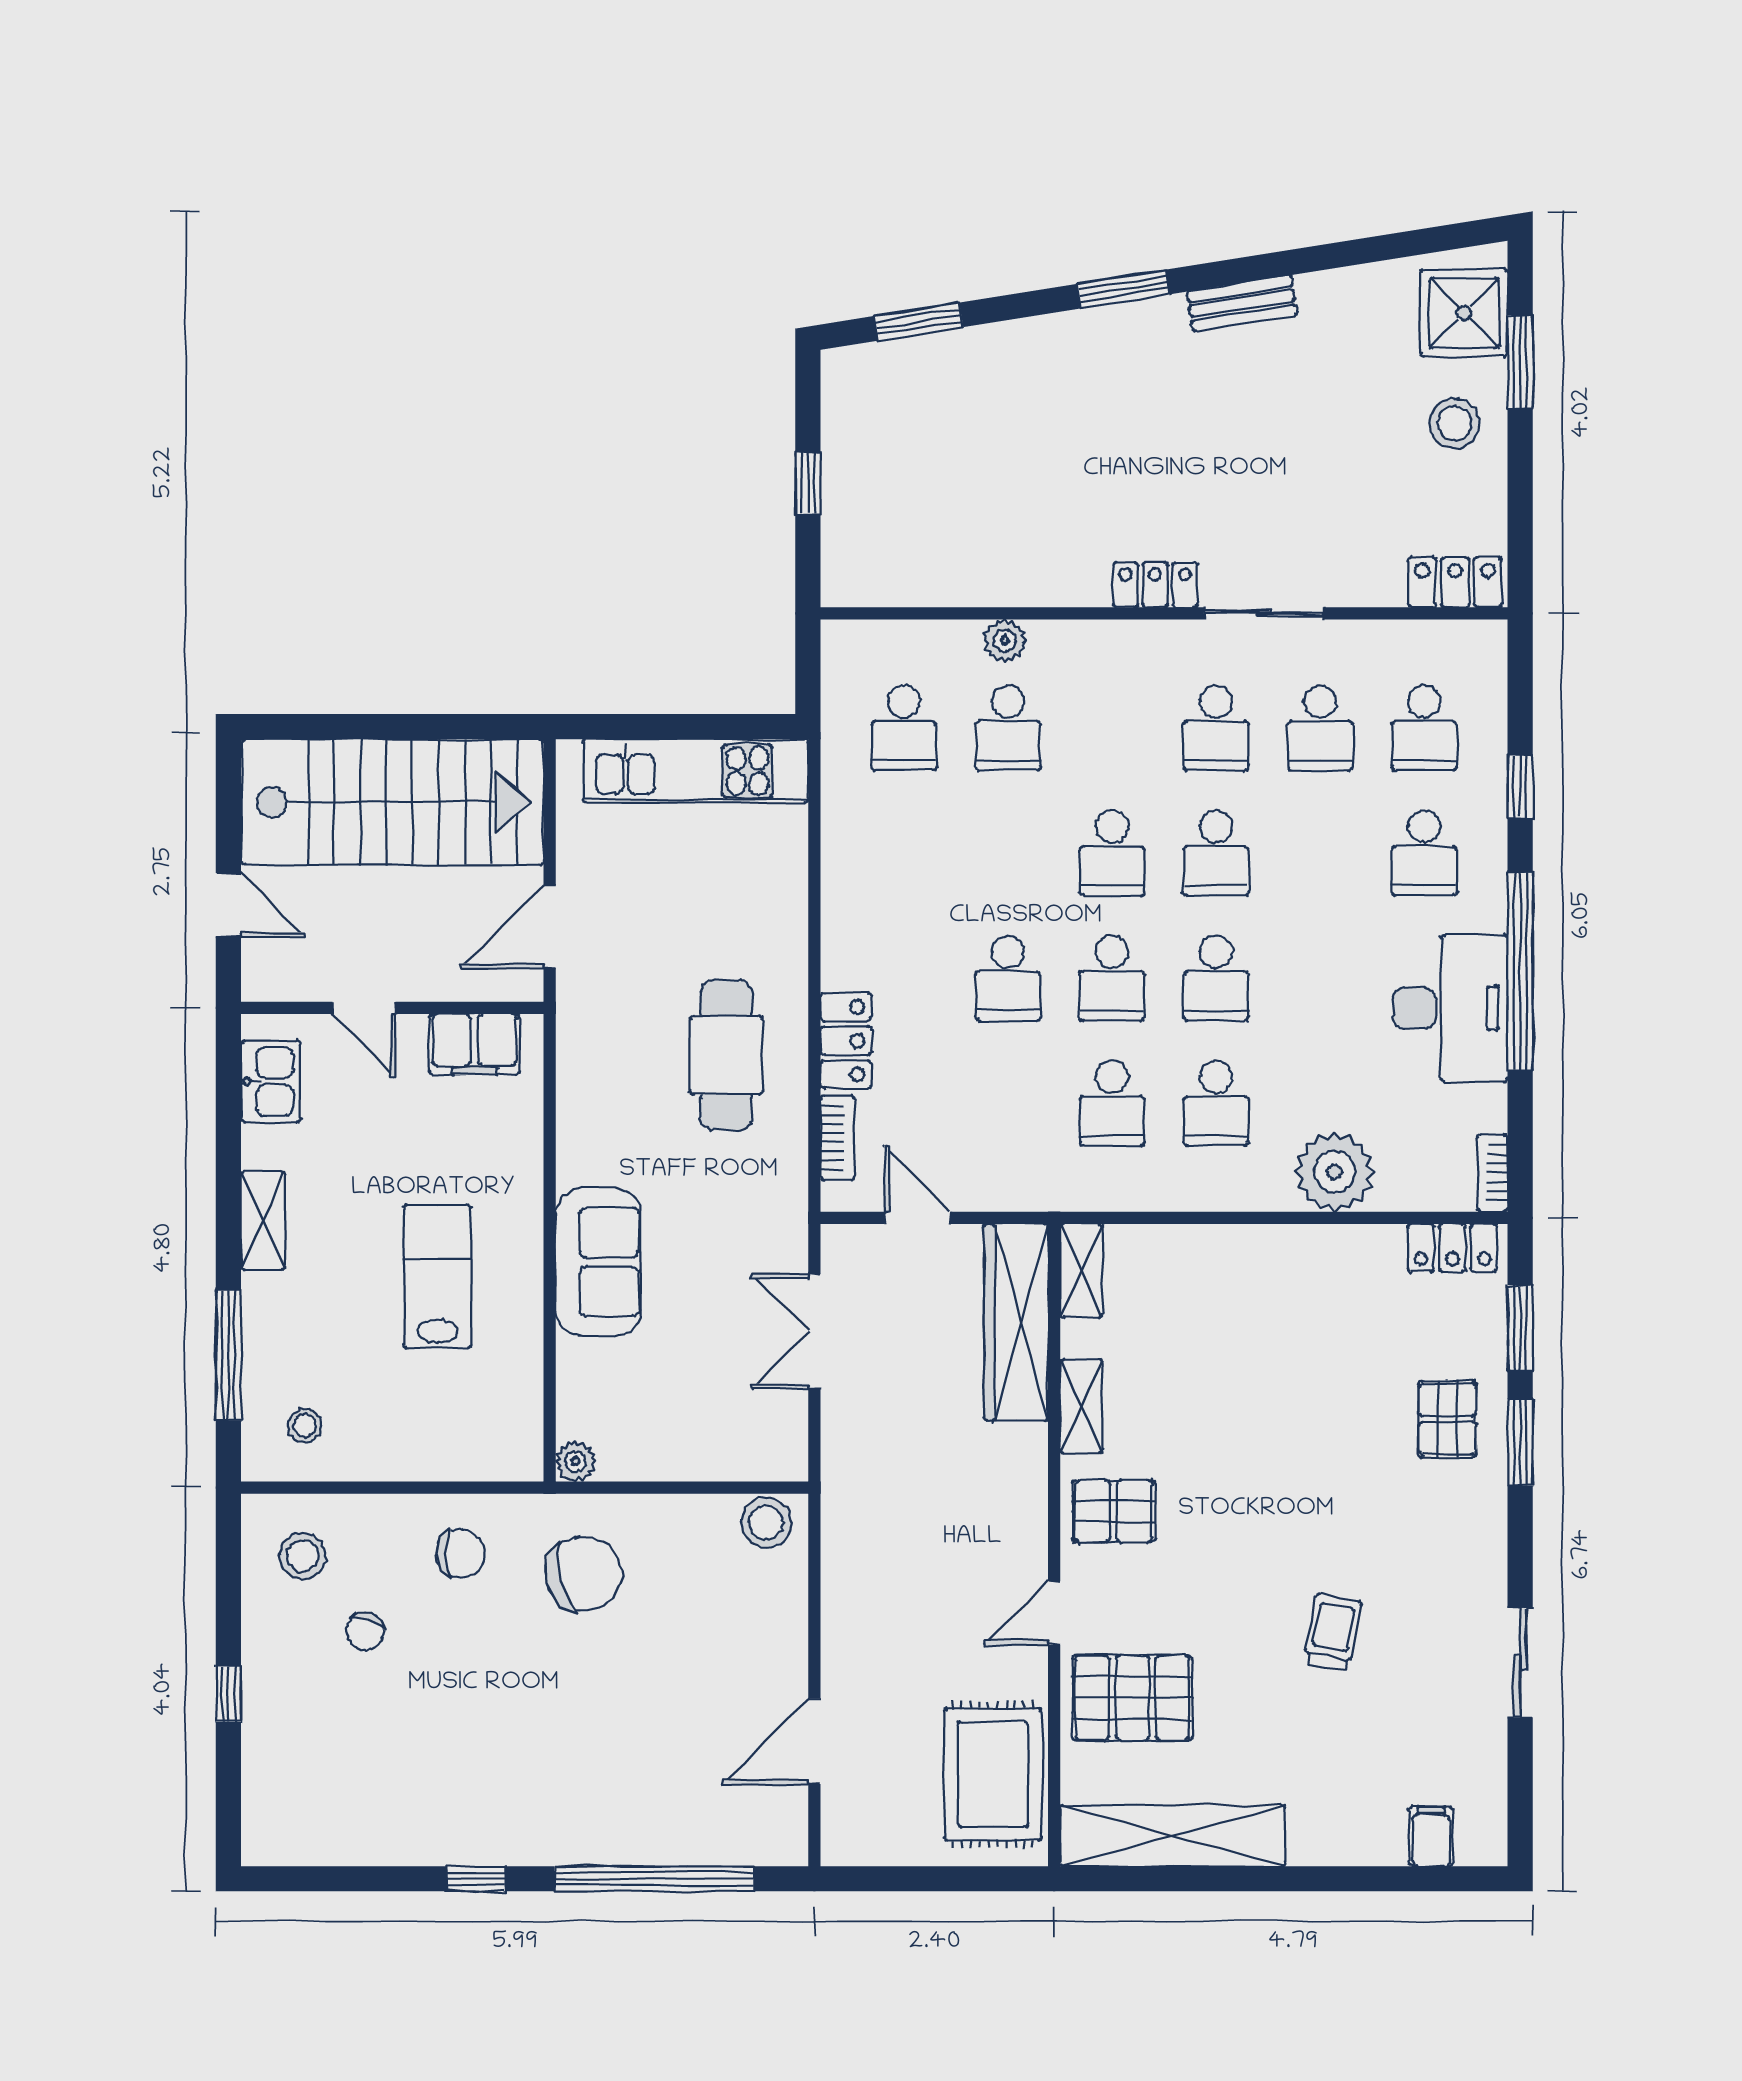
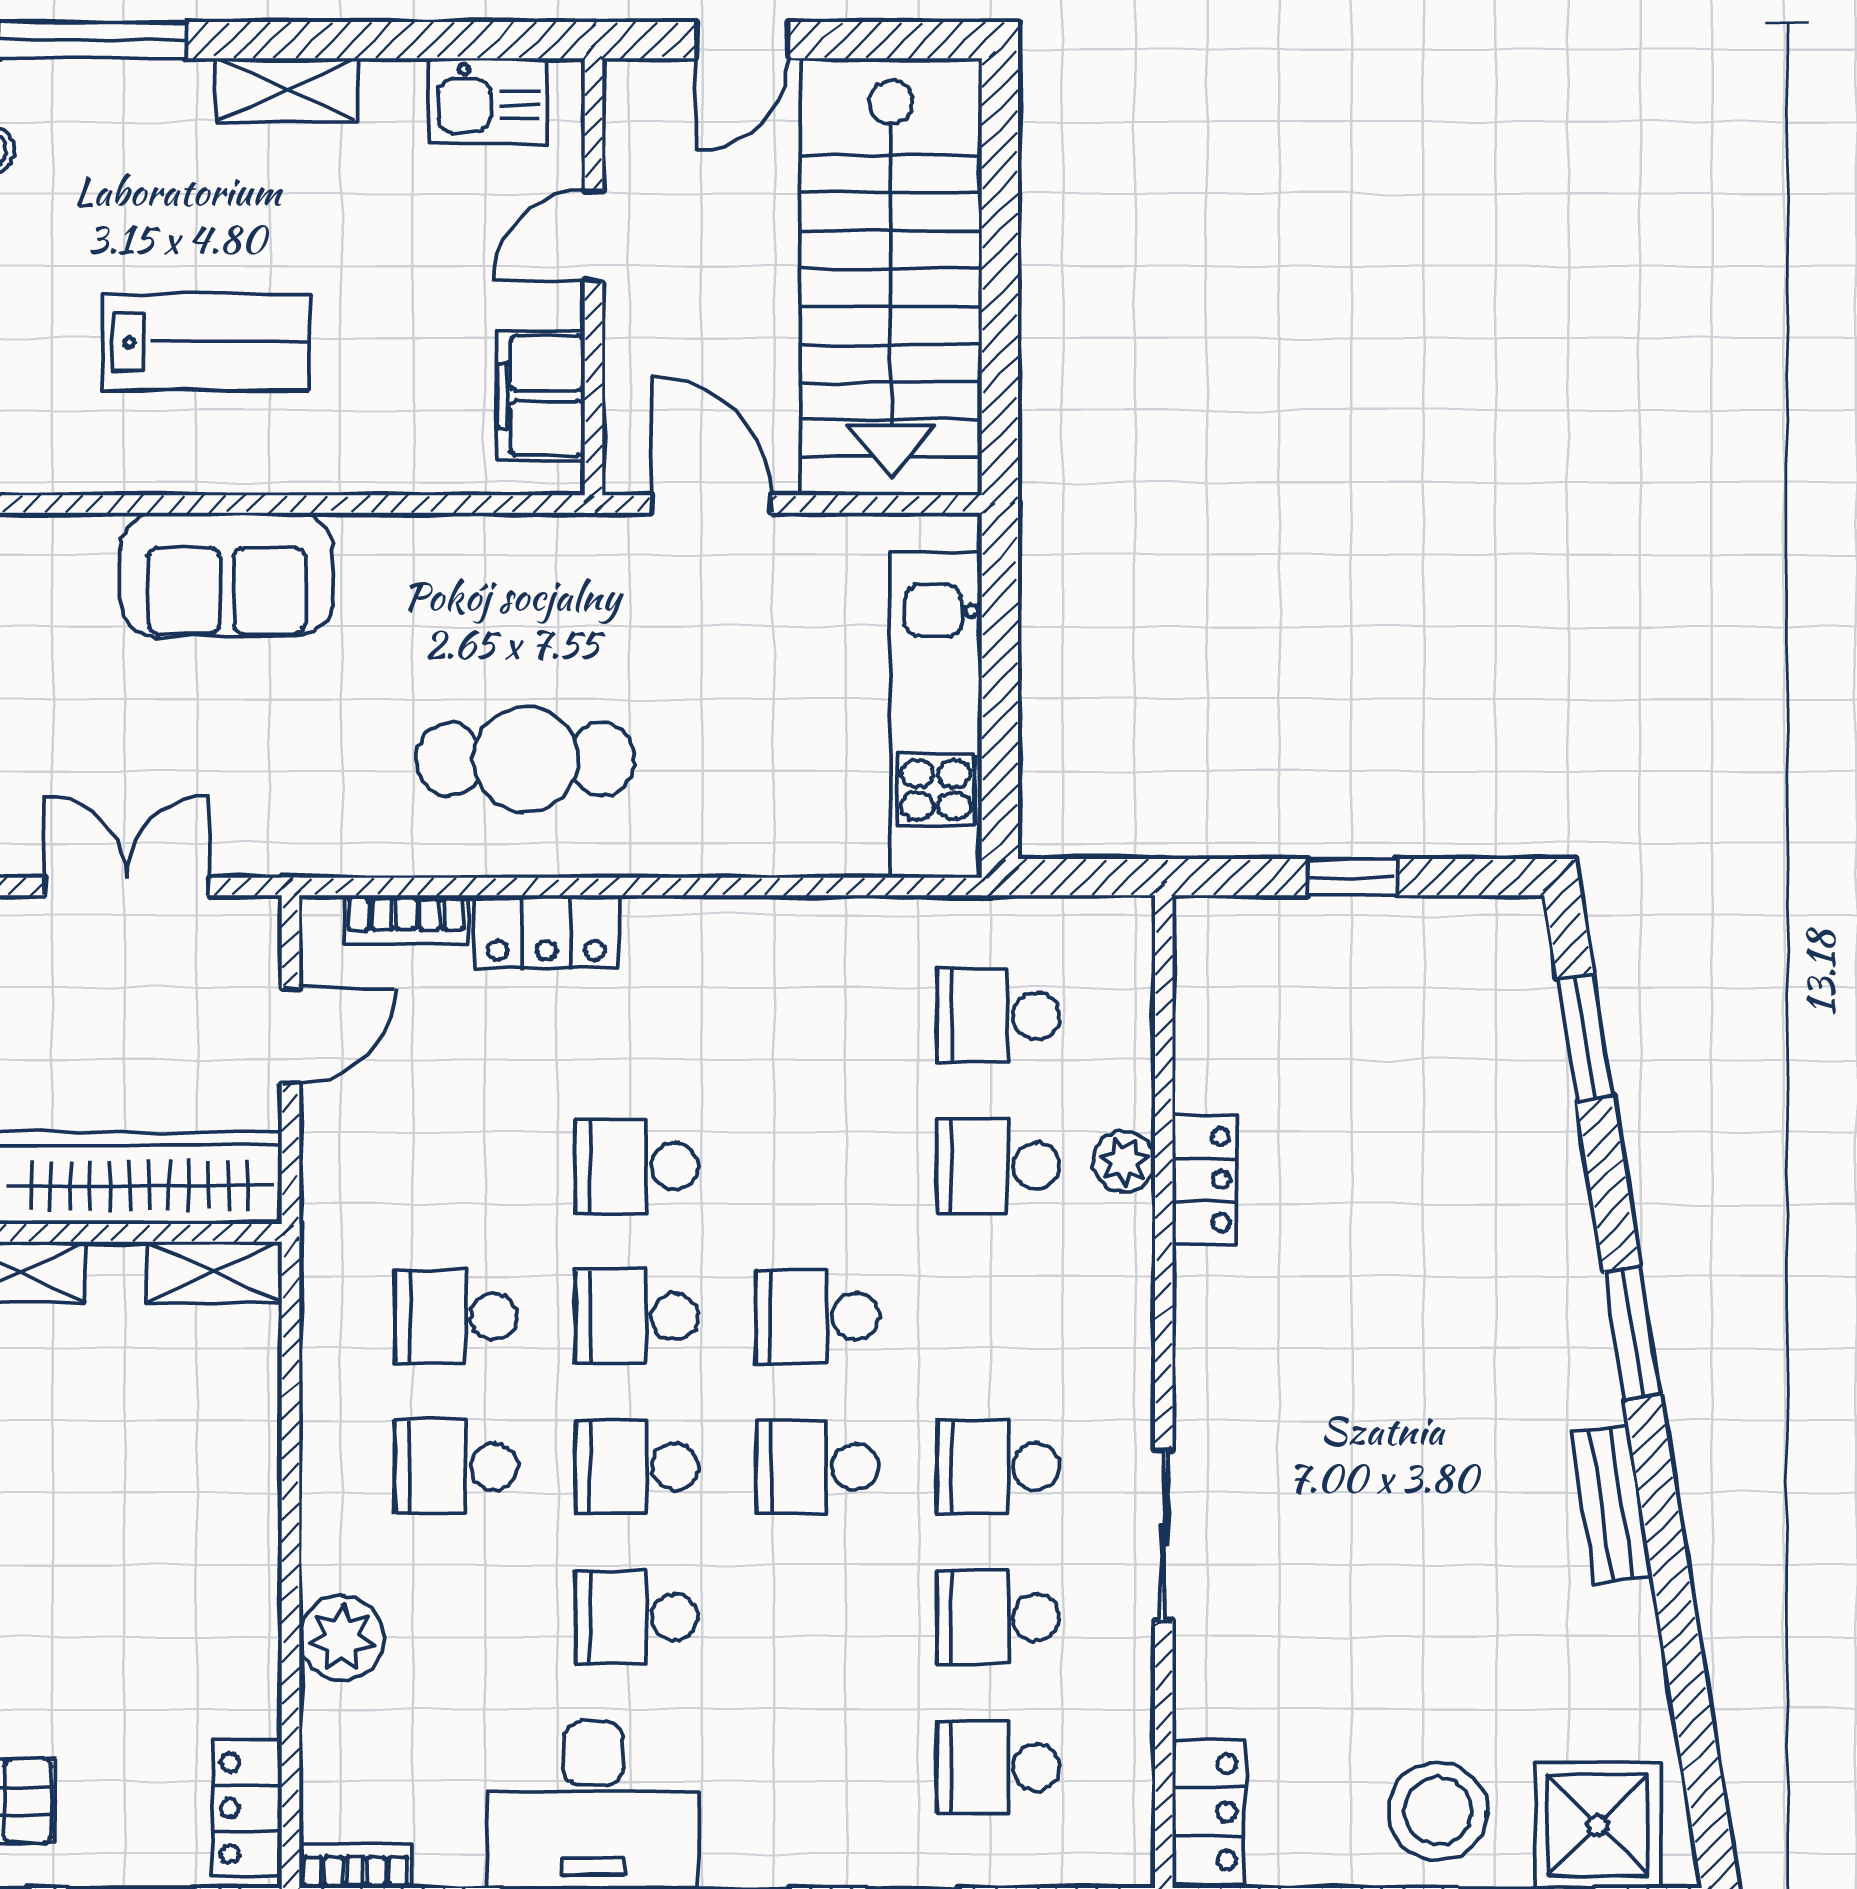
stool: (1454, 423) -> (1438, 1811), width x1.38, depth x1.38
locker: (1155, 585) -> (1205, 1180), moved
school desk: (1424, 853) -> (637, 1617), moved
plant: (1335, 1172) -> (341, 1638), width x0.73, depth x0.73

